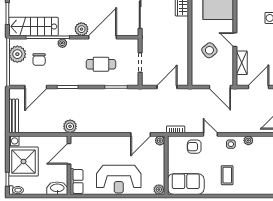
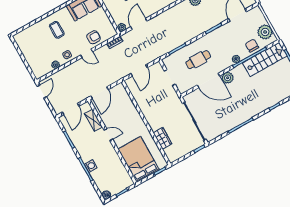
door: (103, 37) -> (208, 81), hinge flipped
side table: (209, 50) -> (123, 116), removed
chair: (39, 59) -> (252, 46), moved
door: (220, 87) -> (100, 93), swing flipped

